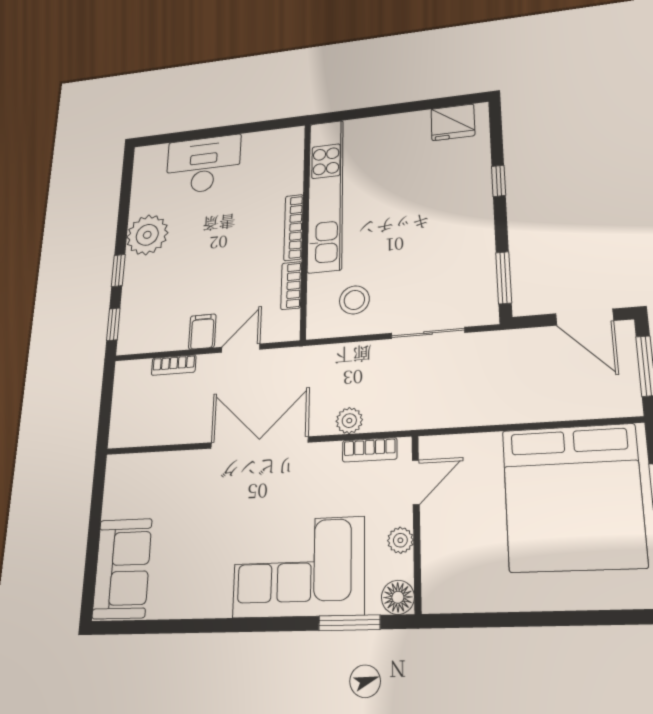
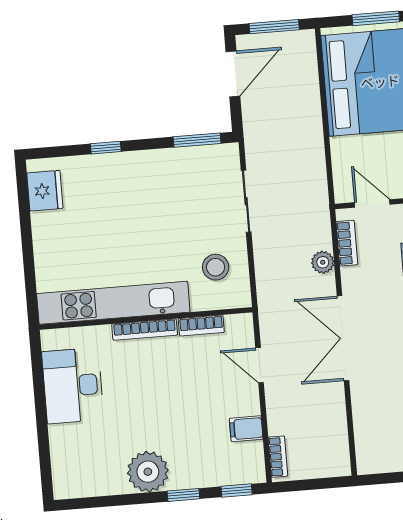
desk: (203, 165) -> (73, 386), moved
filing cabinet: (202, 332) -> (246, 429), moved
bookcase: (174, 365) -> (278, 457), moved

